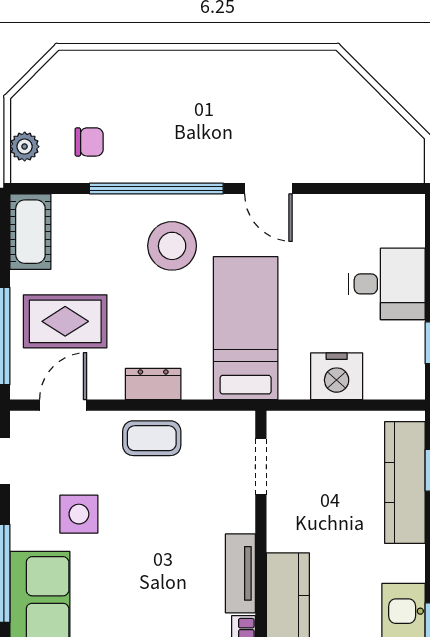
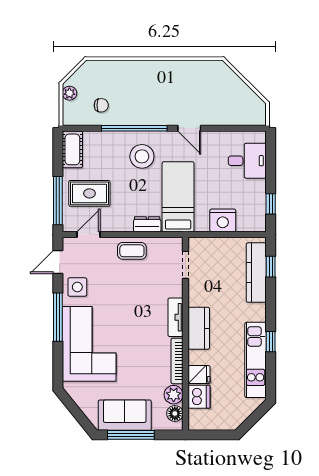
plant: (25, 147) -> (69, 93), moved
desk: (387, 284) -> (247, 161), moved
dresser: (153, 384) -> (147, 224), moved
side table: (79, 514) -> (77, 287), moved

